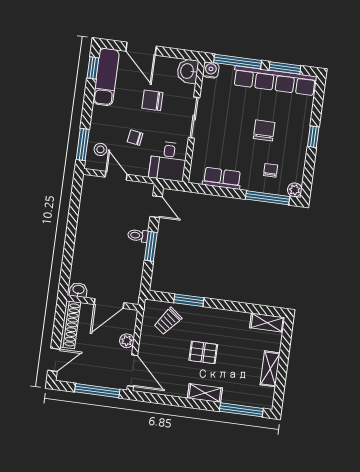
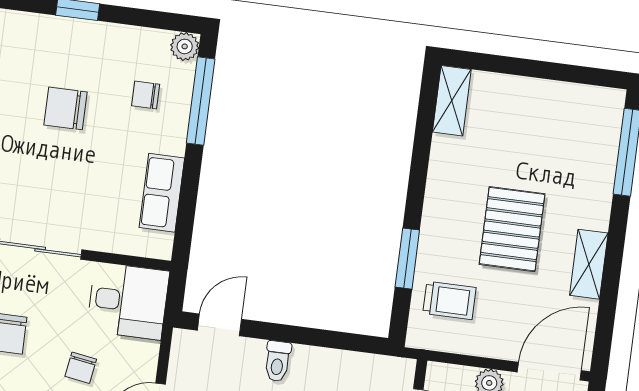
window: (151, 246) -> (299, 335), removed
trolley: (168, 321) -> (449, 301), turned -38
pallet: (203, 352) -> (512, 229), width x1.50, depth x1.42
shelving: (270, 369) -> (545, 95), removed
shelving: (205, 393) -> (589, 264), moved

